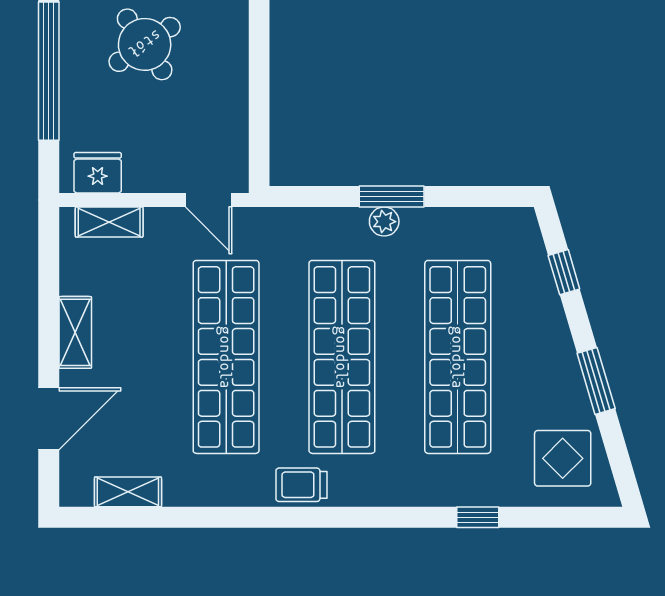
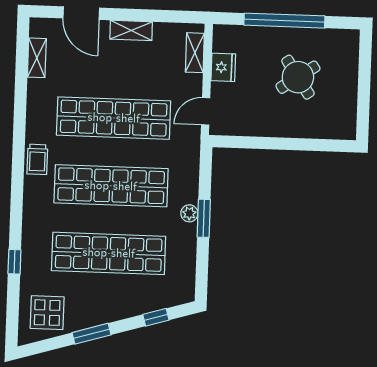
fridge: (98, 173) -> (223, 67), moved
trolley: (301, 485) -> (37, 159), turned 180

